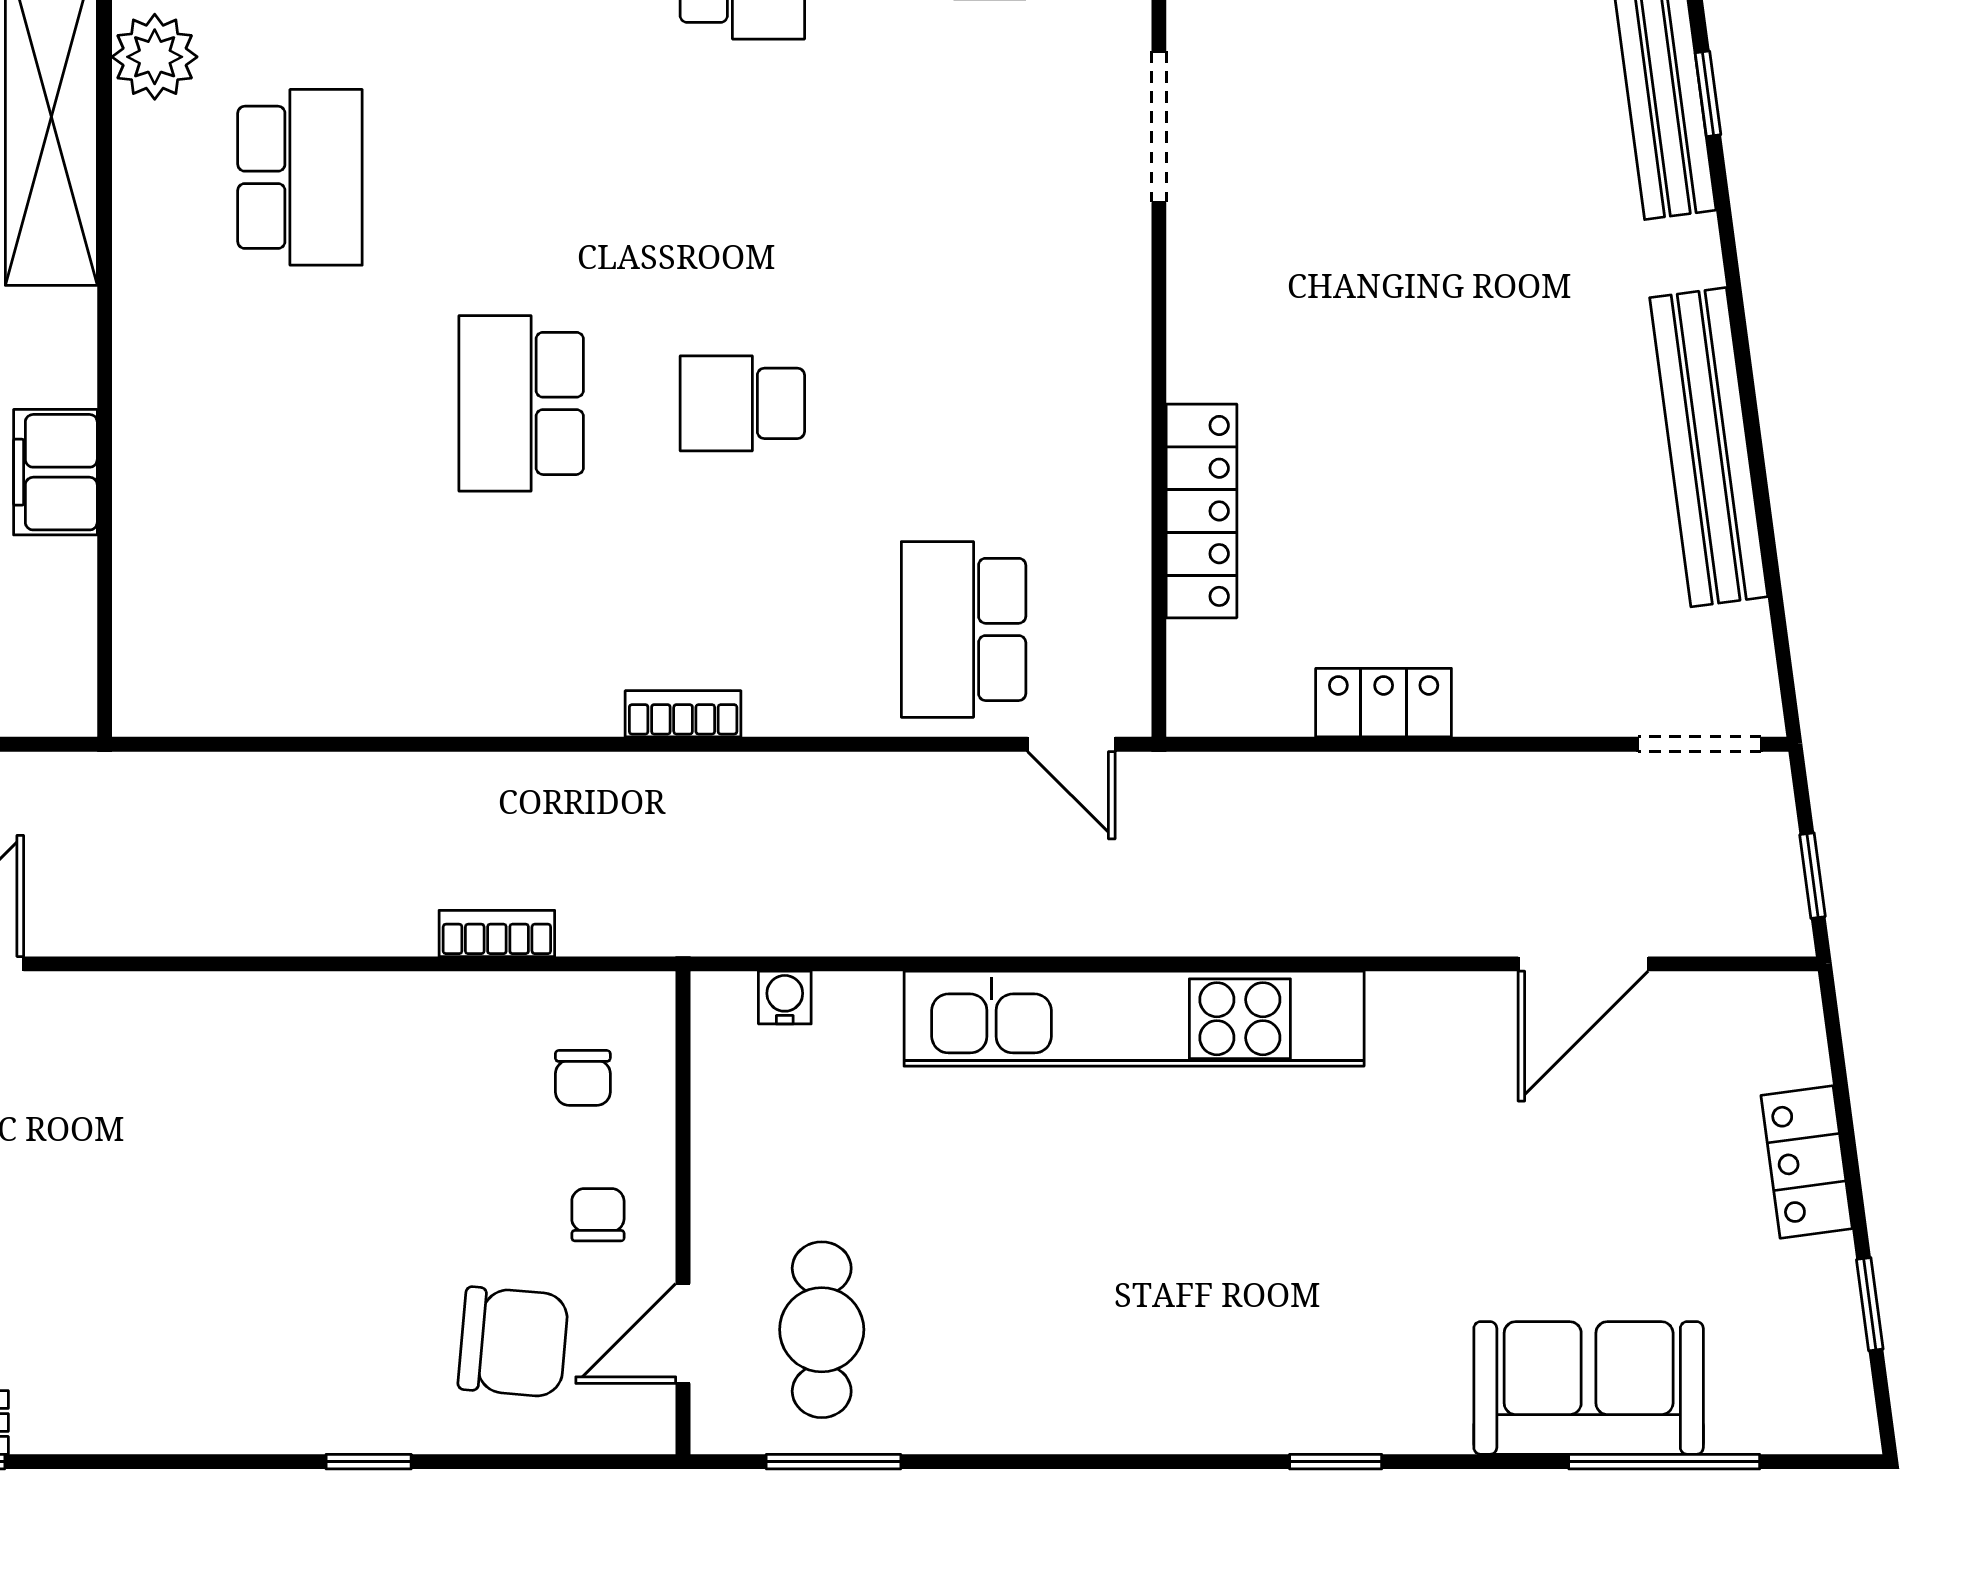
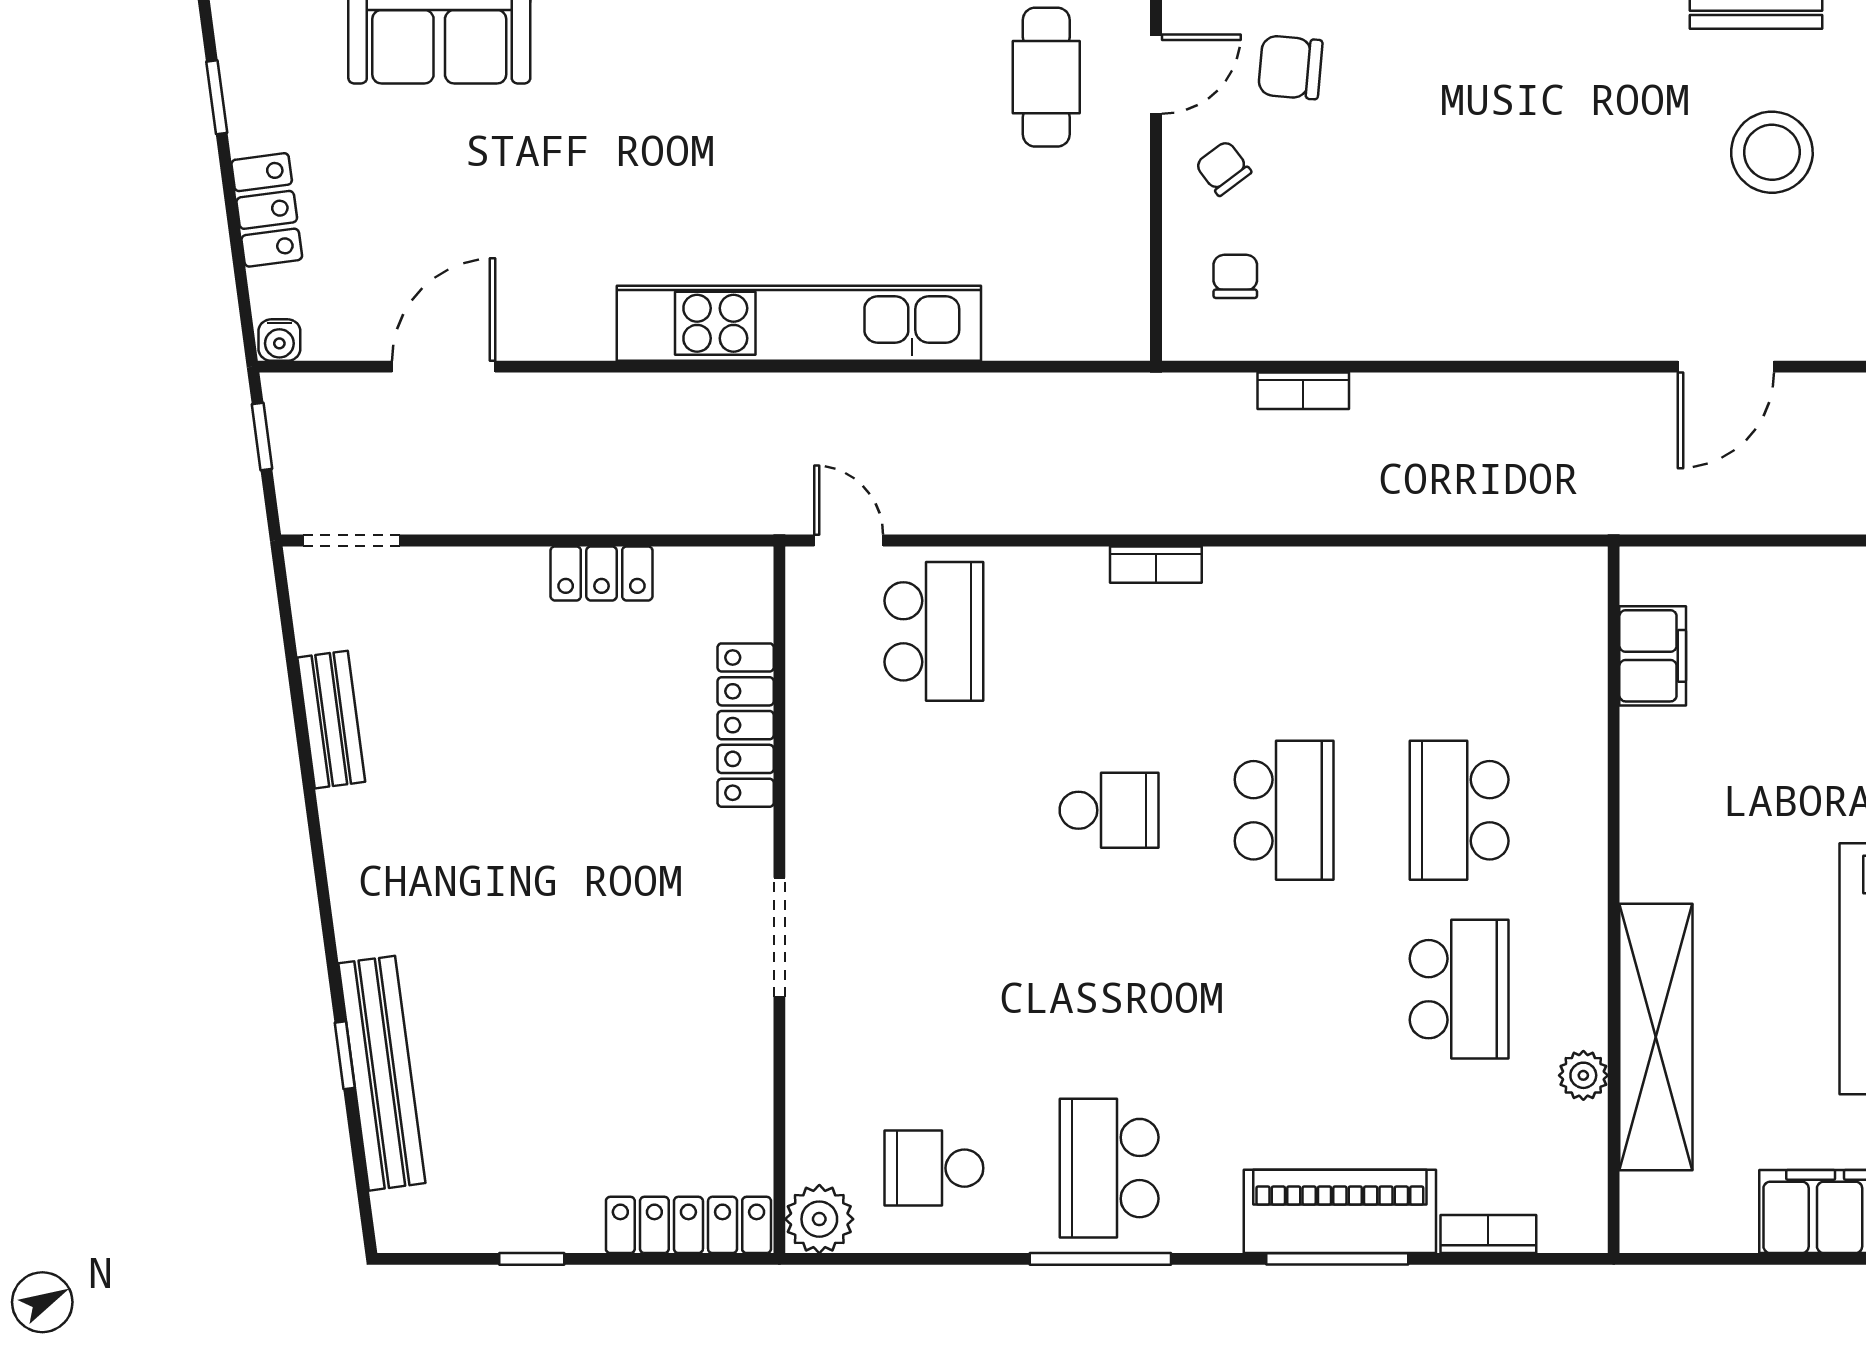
plant: (155, 57) -> (1583, 1075), width x0.73, depth x0.73
doorway: (1159, 127) -> (779, 937), moved
school desk: (300, 177) -> (1459, 989), turned 180
school desk: (300, 403) -> (1459, 810), added
bench: (1709, 447) -> (331, 720), width x0.54, depth x0.82
filing cabinet: (55, 472) -> (1653, 656), moved
water cooler: (785, 998) -> (279, 340), moved
chair: (598, 1215) -> (1223, 168), turned 143
chair: (513, 1342) -> (1290, 67), width x0.73, depth x0.73

